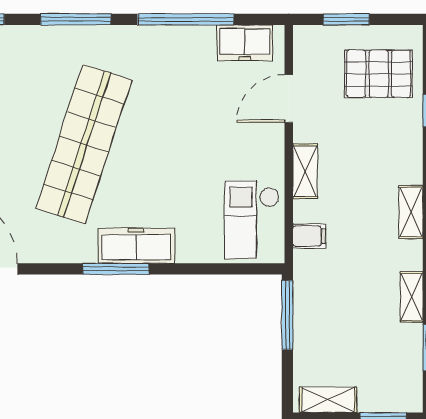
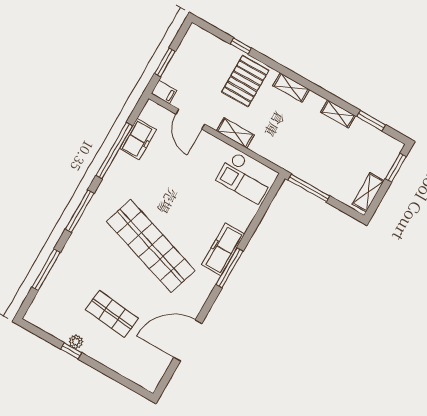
freezer: (245, 43) -> (138, 139), moved
pallet: (379, 74) -> (245, 81), moved
filing cabinet: (309, 236) -> (164, 92), moved, turned 90

